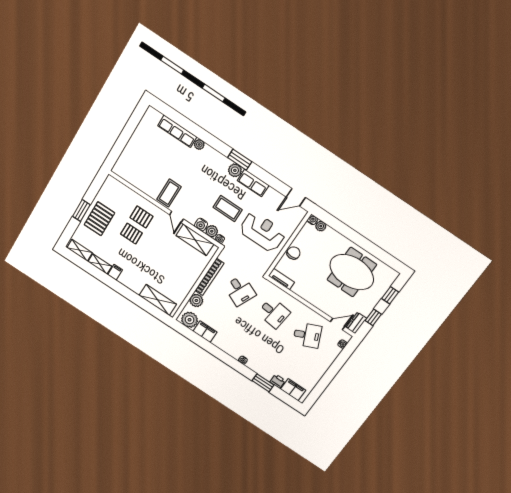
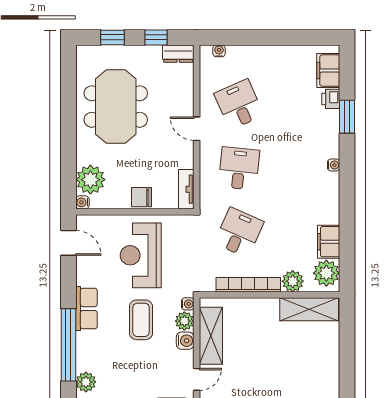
window: (240, 160) -> (68, 345), width x2.11
plant: (235, 170) -> (86, 382), moved
plant: (321, 226) -> (90, 180), width x1.87, depth x1.87
shelving: (158, 300) -> (309, 309), moved, turned 90
door: (338, 324) -> (197, 129), moved

